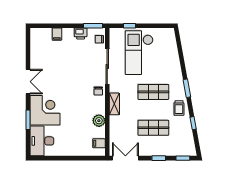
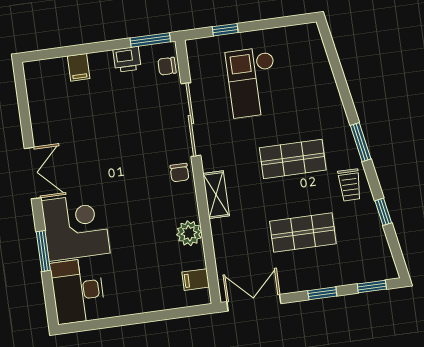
checkout: (139, 53) -> (253, 82), width x0.73, depth x0.83

